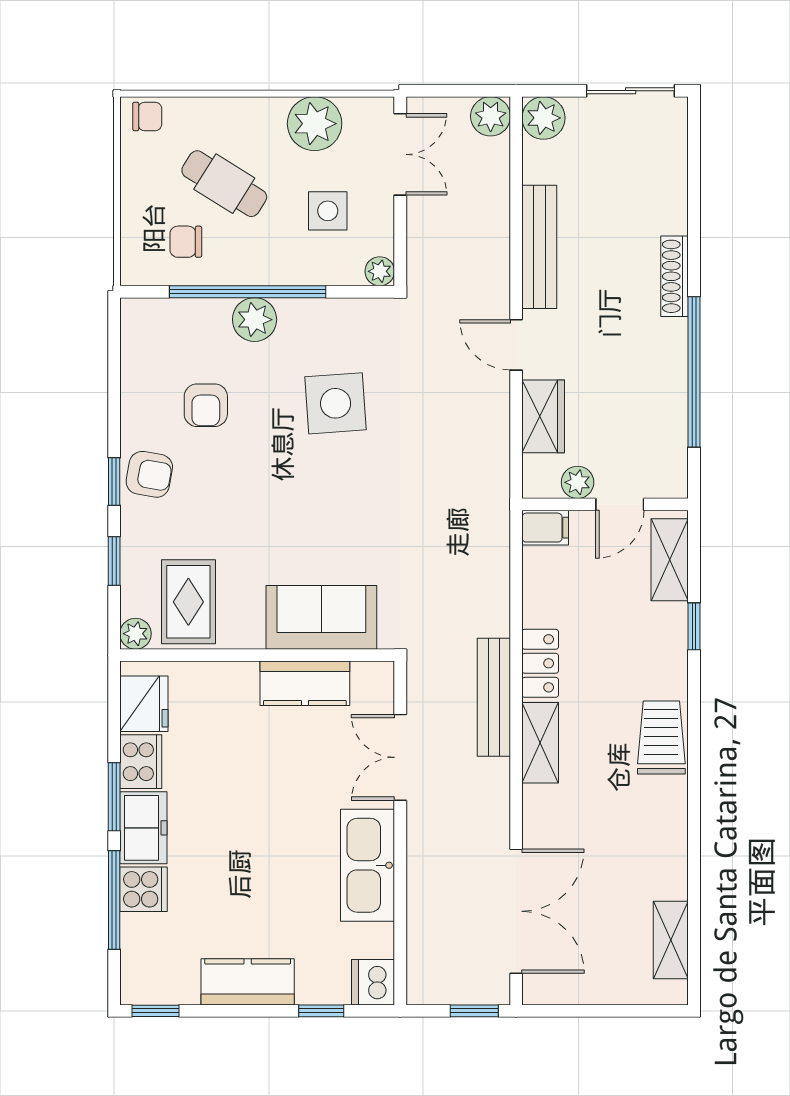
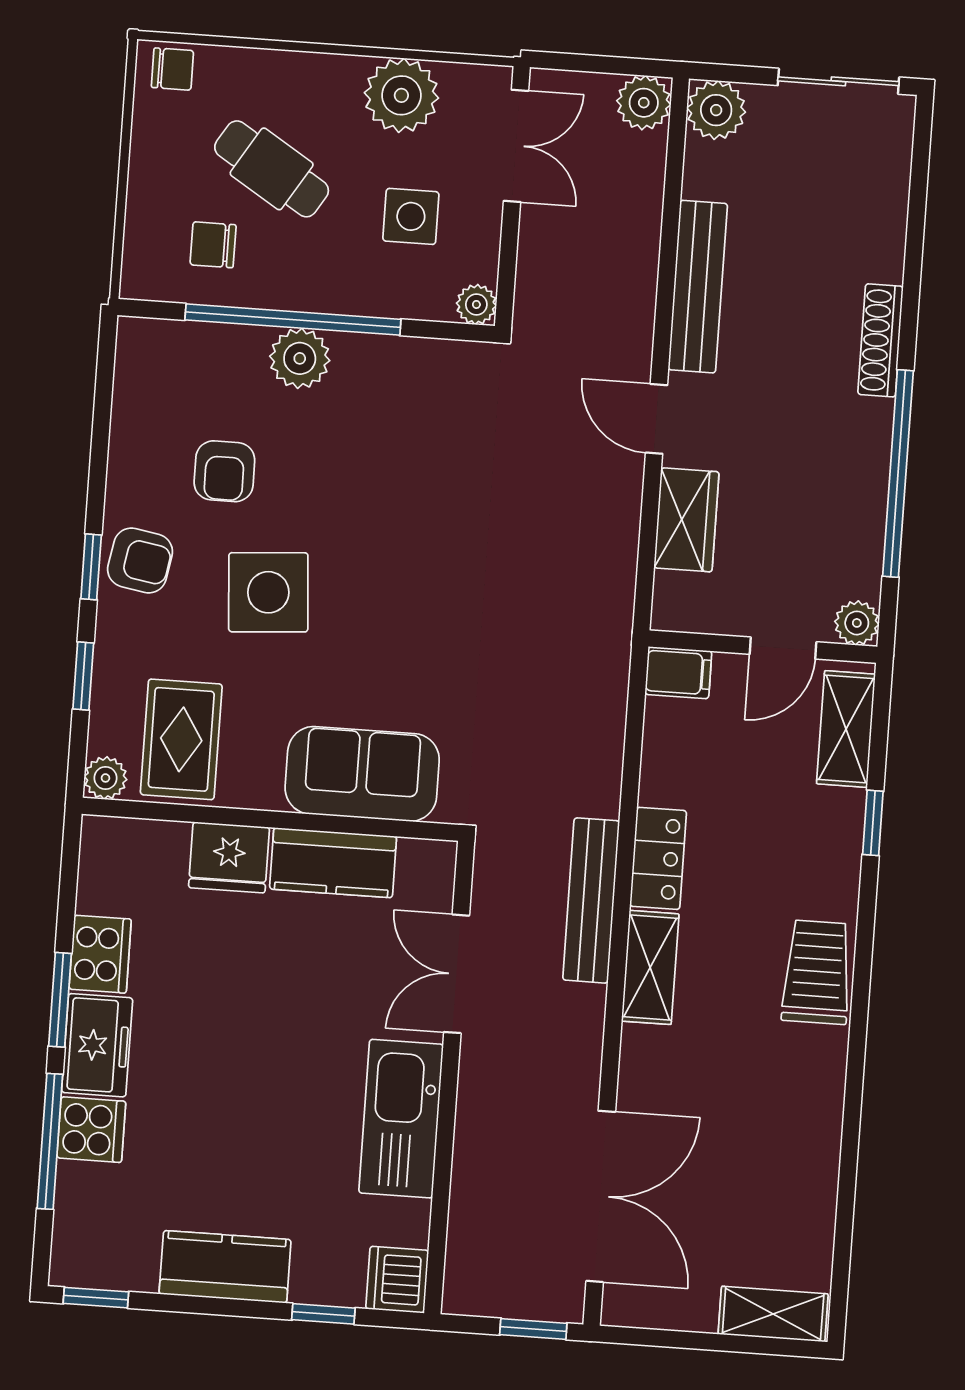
side table: (336, 403) -> (268, 592), moved
plant: (578, 482) -> (857, 623), moved
fridge: (144, 704) -> (229, 857), moved, turned 90
shelving: (671, 940) -> (773, 1314), moved, turned 90

